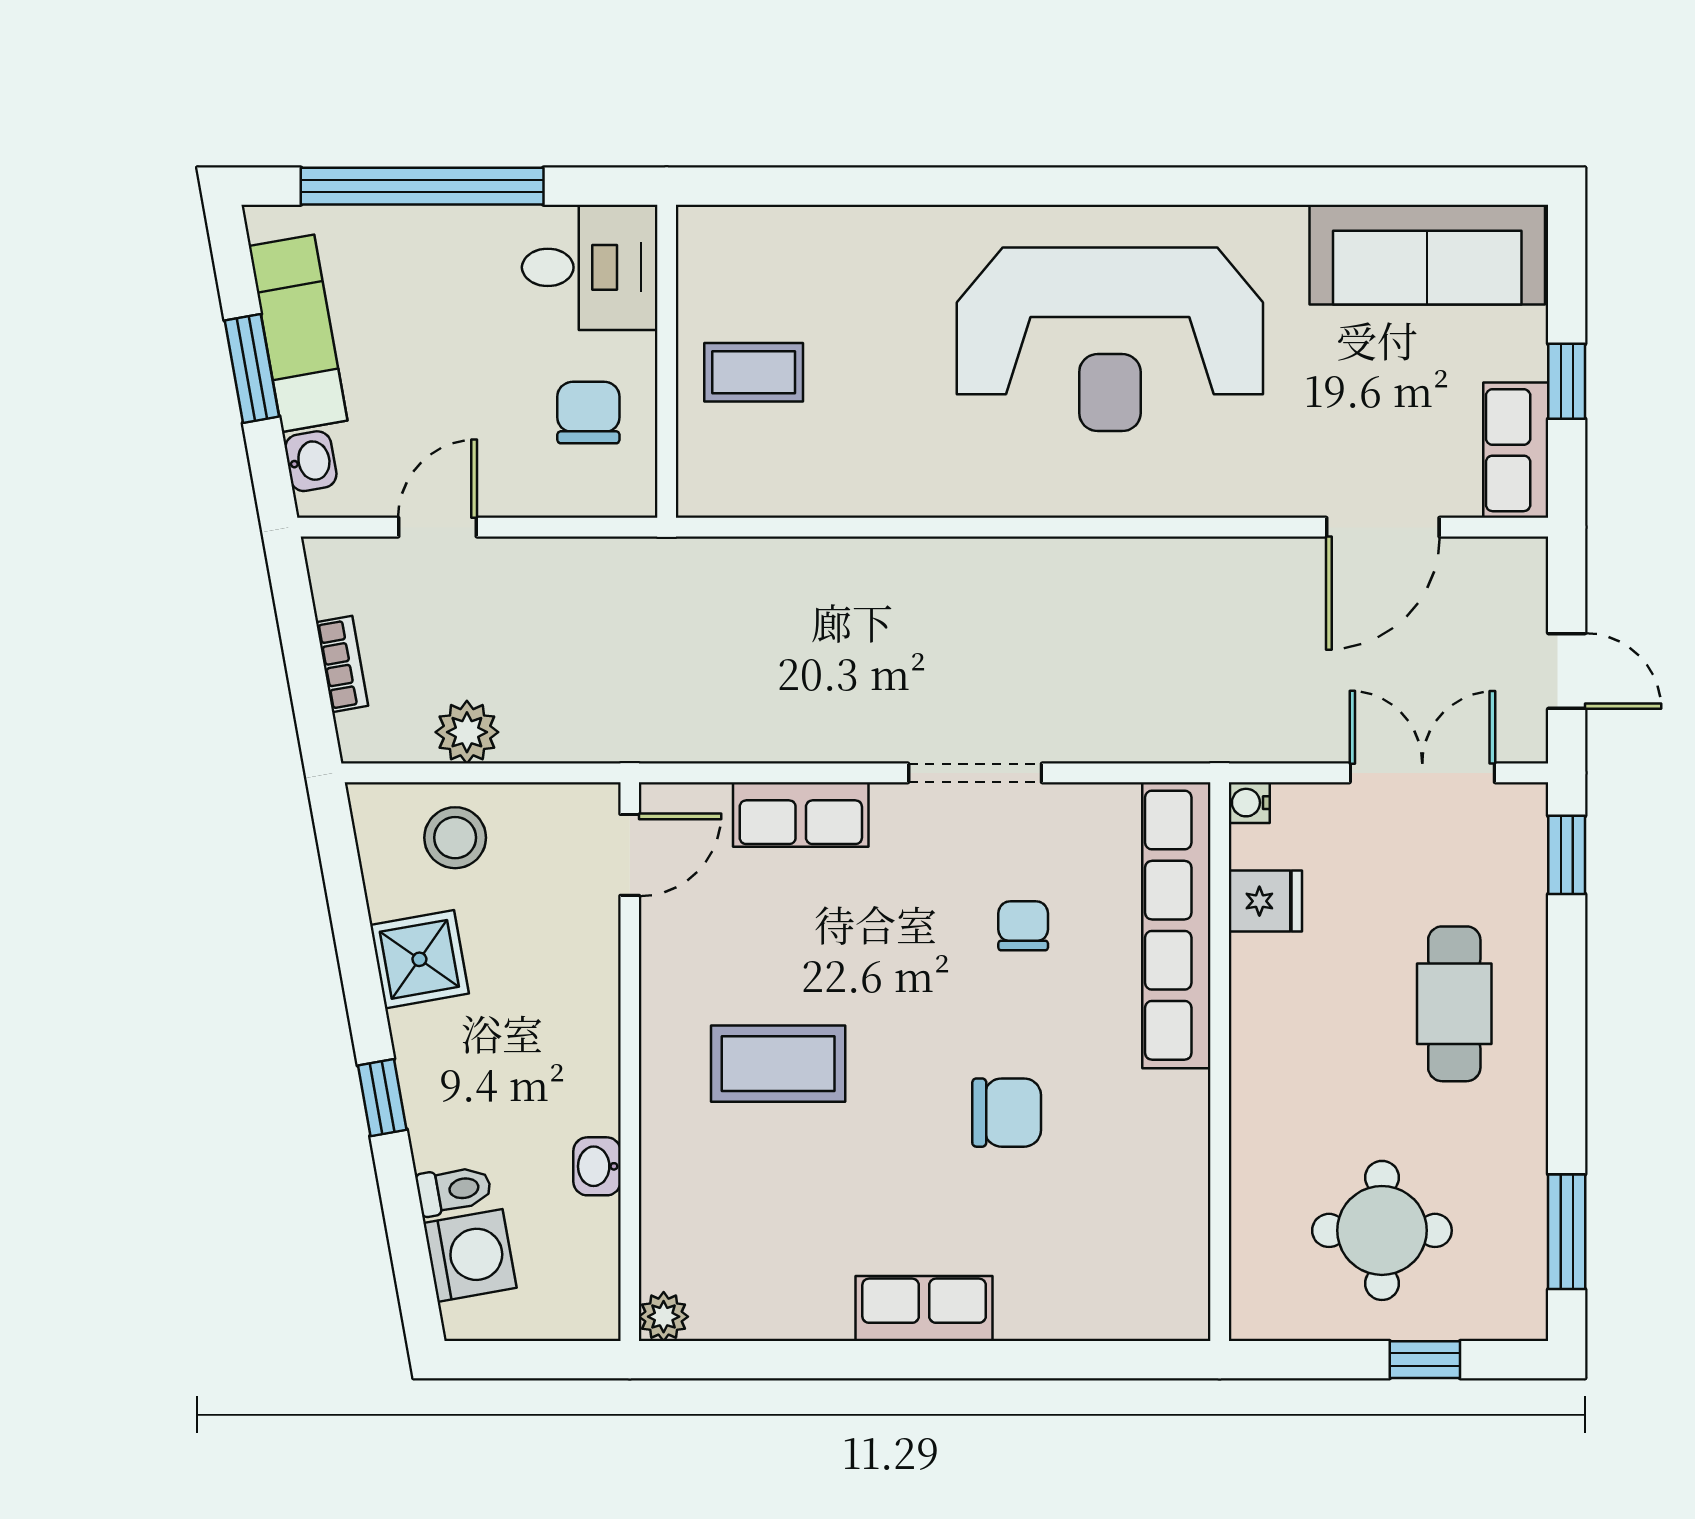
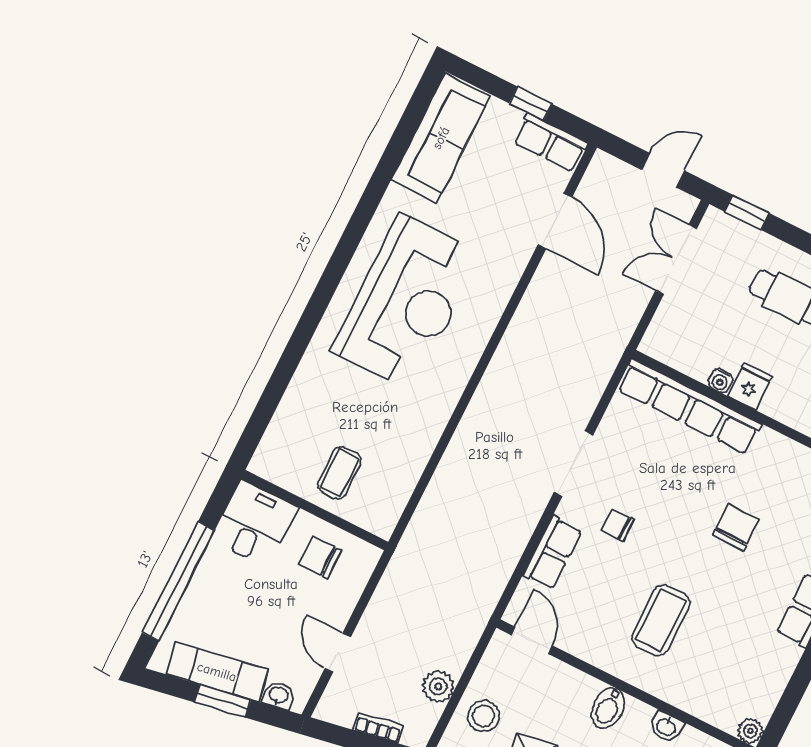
water cooler: (1249, 803) -> (721, 381), moved
fridge: (1265, 901) -> (750, 386), moved
chair: (1023, 926) -> (618, 525), moved
bidet: (579, 1048) -> (608, 708), added

